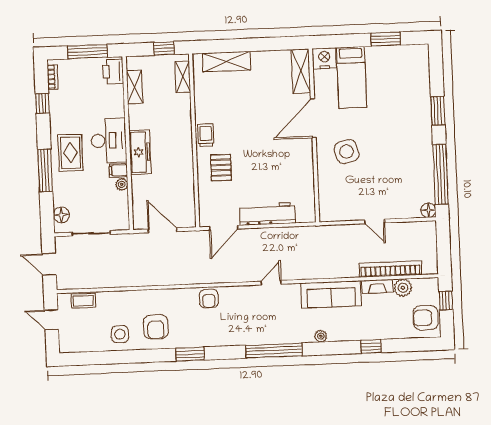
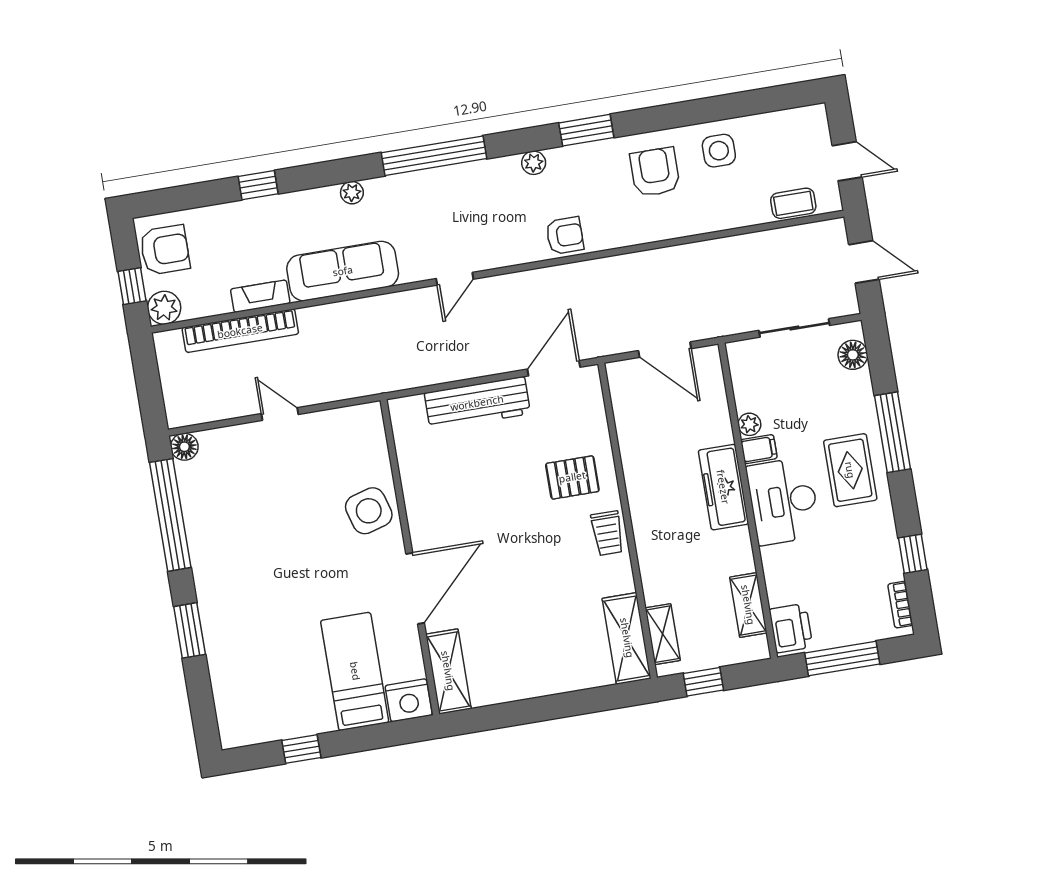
window: (386, 39) -> (301, 749), width x0.67
shelving: (226, 62) -> (627, 638), moved, turned 90
side table: (347, 152) -> (369, 511), moved
pallet: (221, 168) -> (572, 477), turned 90
plant: (403, 288) -> (164, 308), moved
armchair: (209, 299) -> (565, 236), turned 90
plant: (221, 340) -> (534, 163), added

